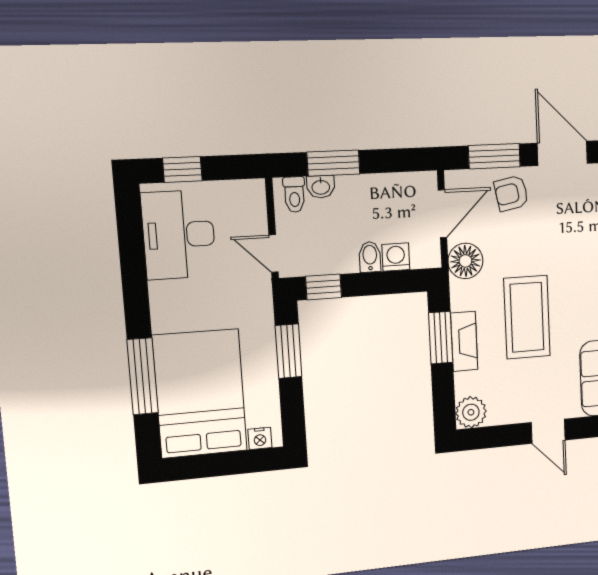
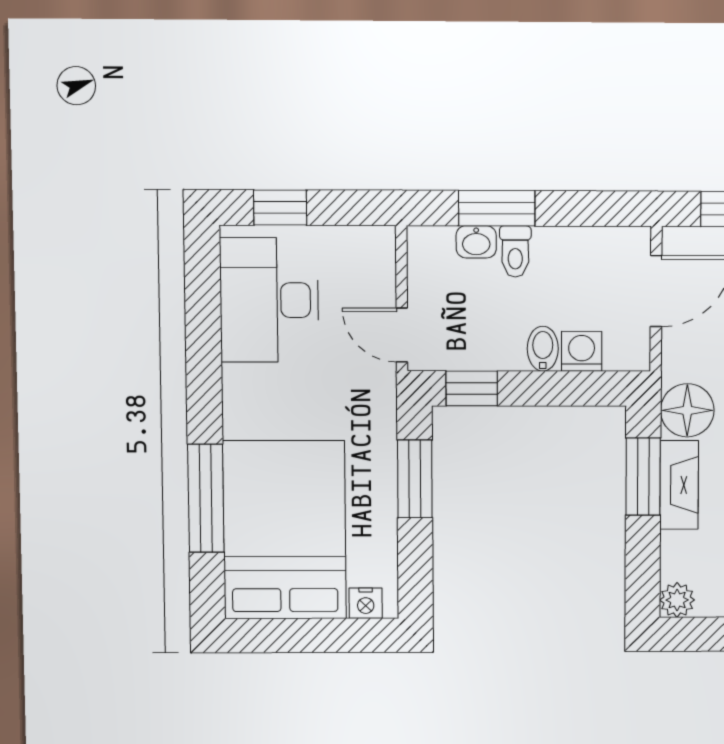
toilet: (294, 195) -> (515, 252), moved
floor lamp: (465, 261) -> (687, 410), moved
plant: (471, 412) -> (677, 600), width x0.73, depth x0.73

